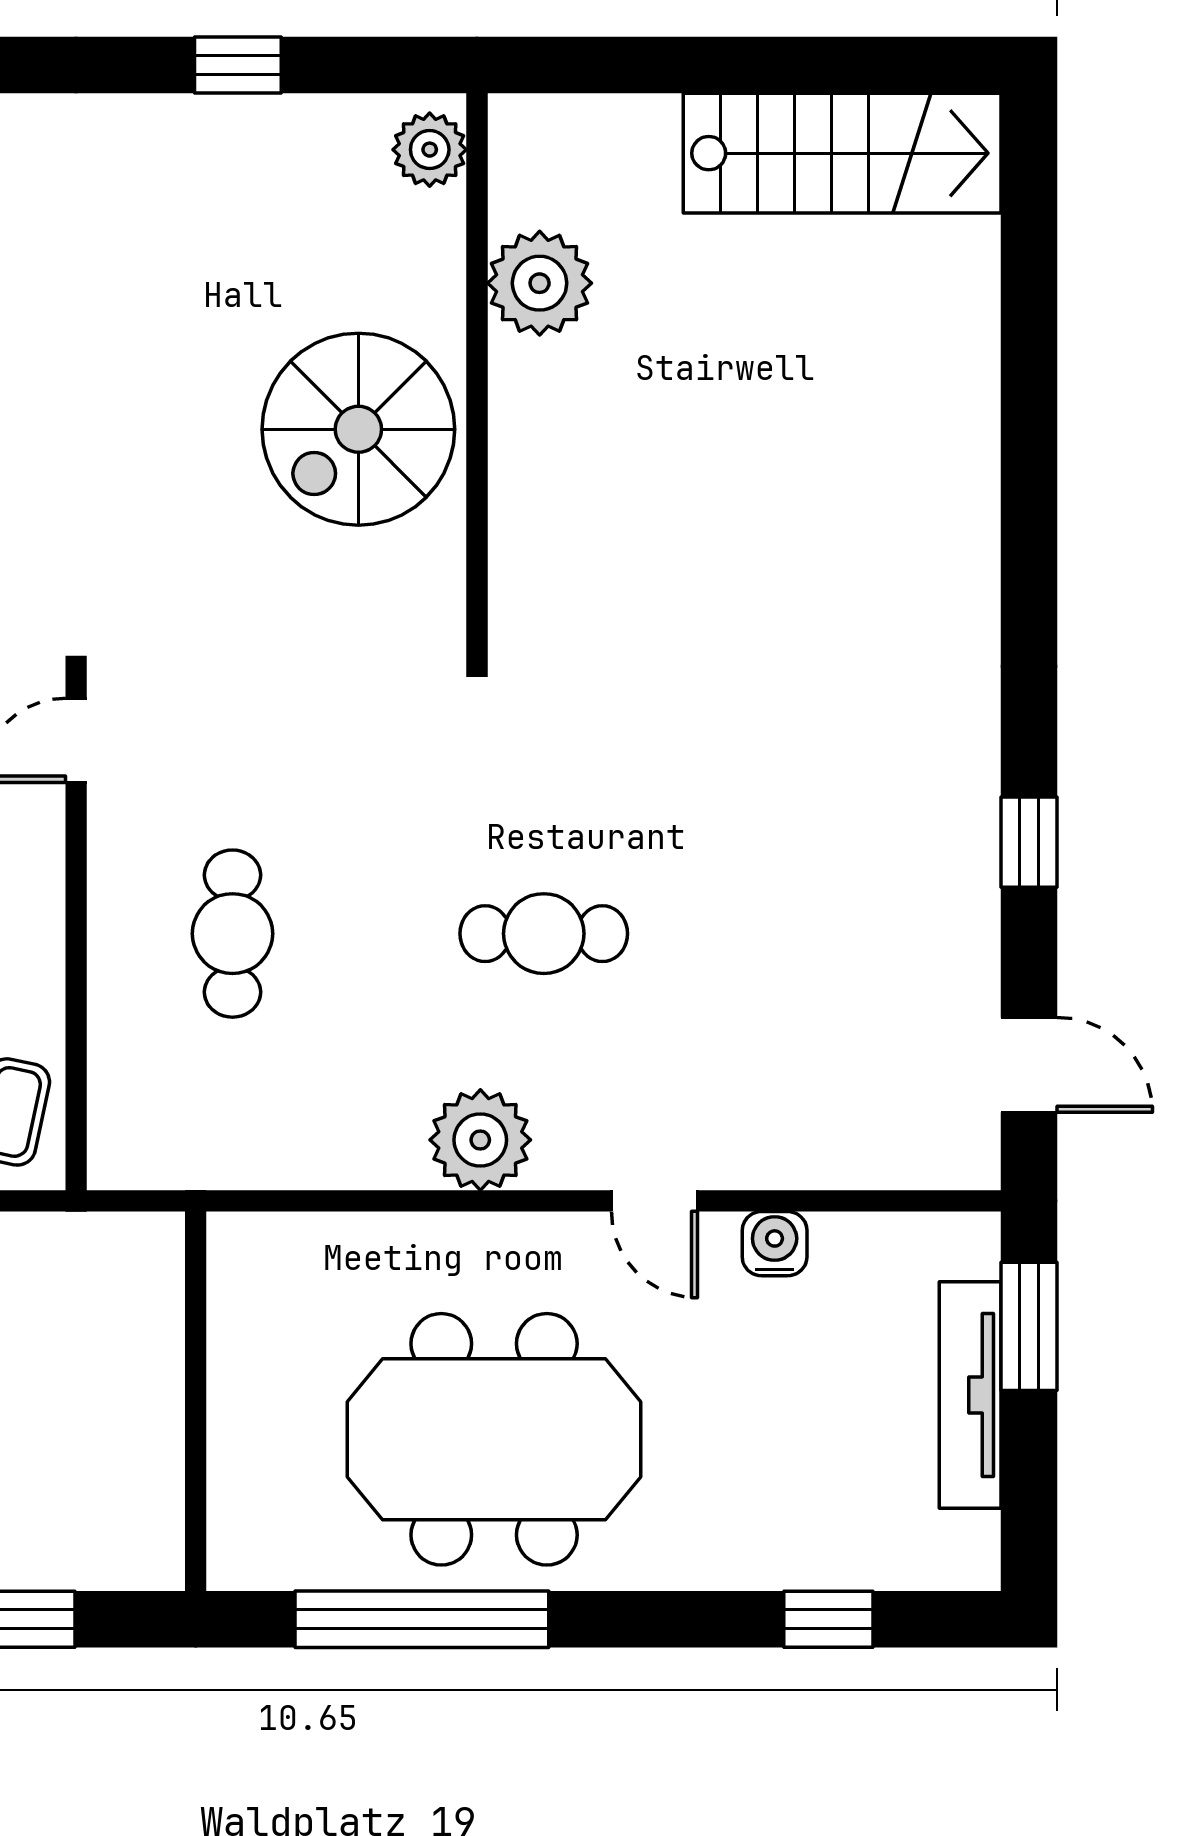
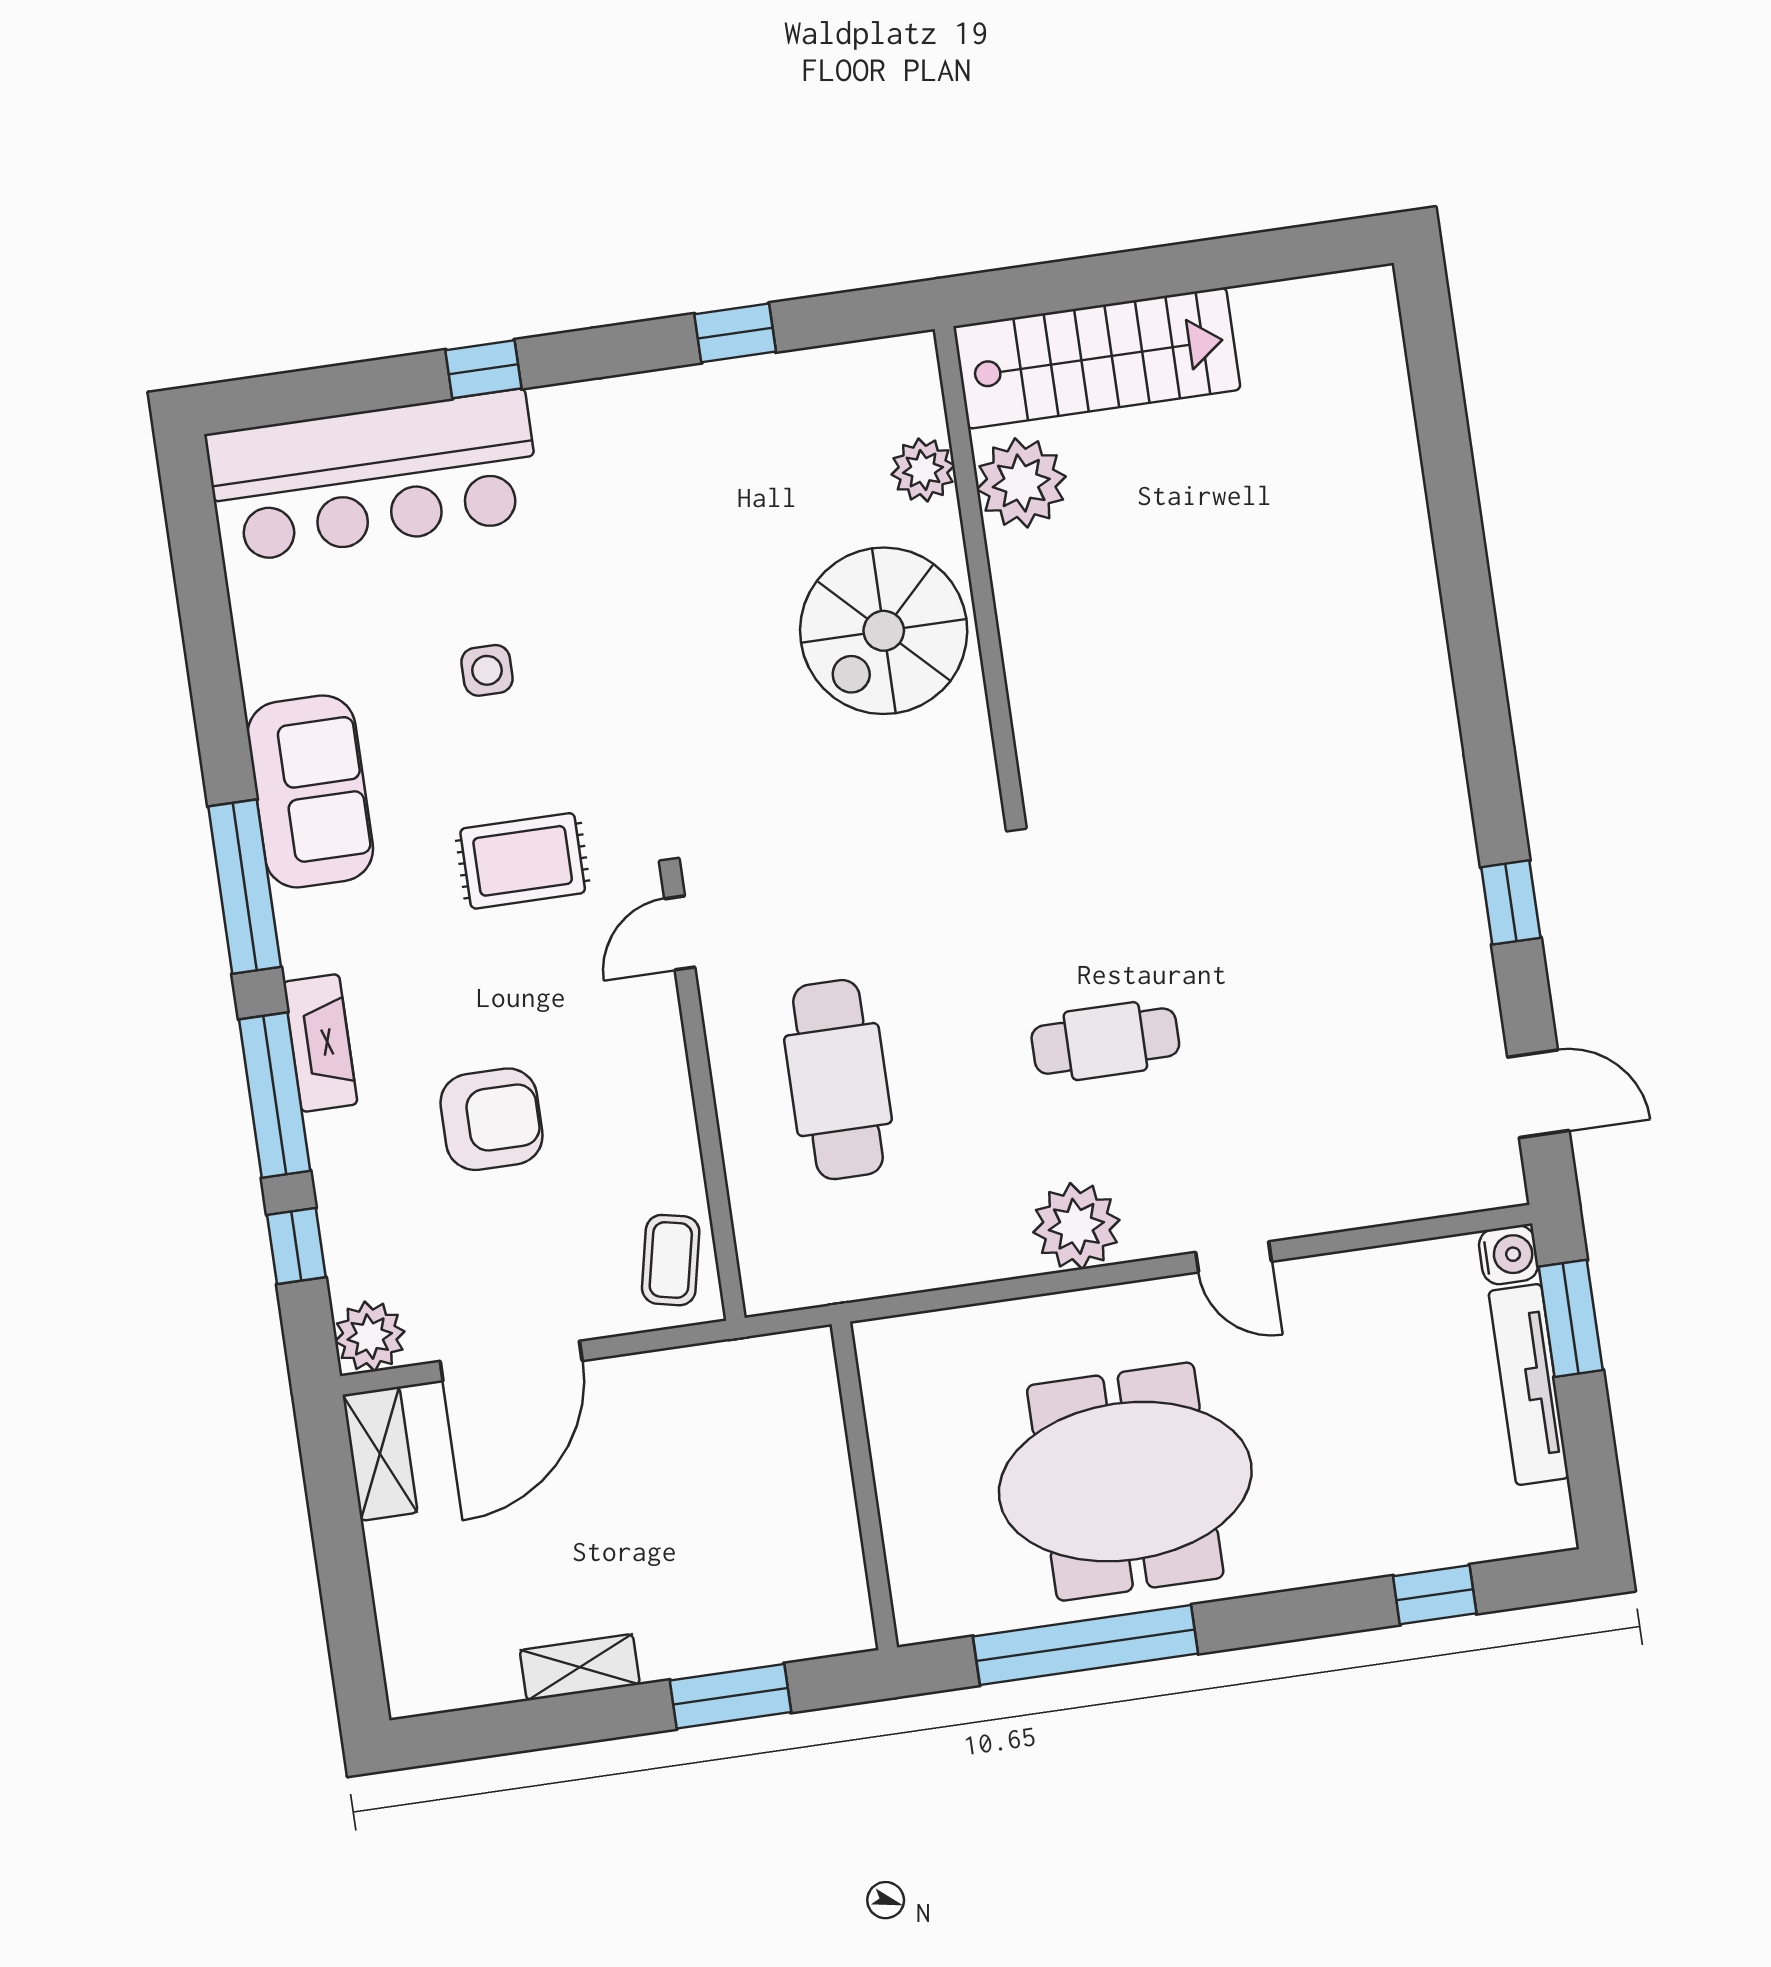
plant: (430, 150) -> (923, 470), moved
stairs: (842, 153) -> (1097, 358), moved
cafe table: (232, 934) -> (838, 1080), width x1.37, depth x1.35
water cooler: (775, 1244) -> (1509, 1255), moved, turned 90

